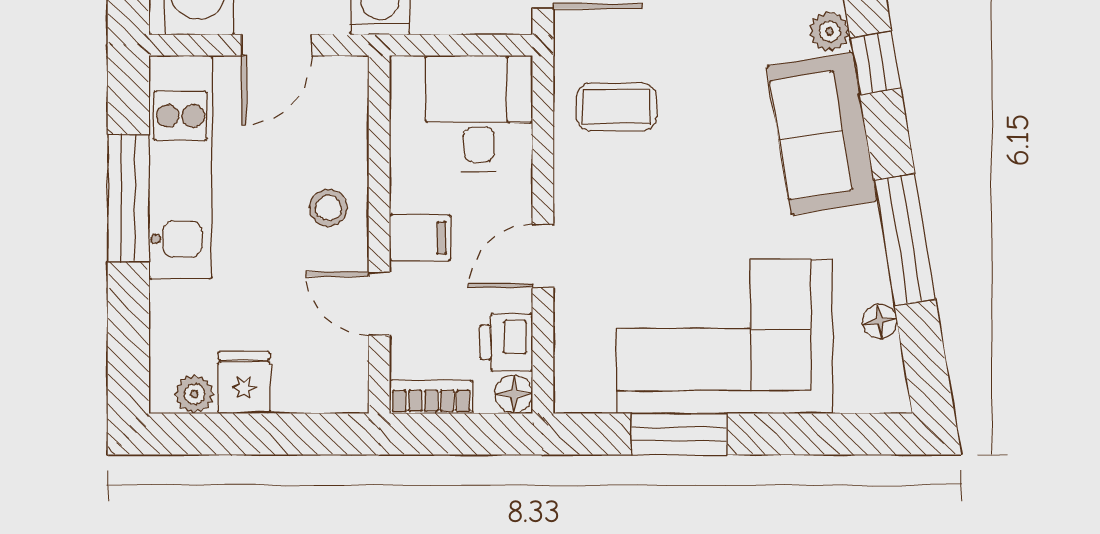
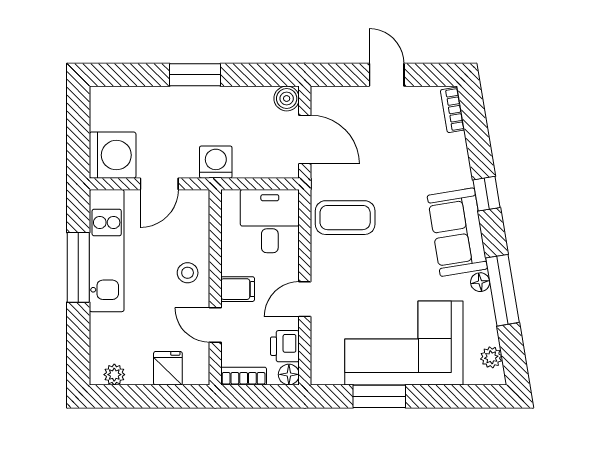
plant: (829, 31) -> (491, 357), moved
coffee table: (617, 107) -> (345, 218), width x1.36, depth x1.30
floor lamp: (880, 321) -> (480, 282), moved
fridge: (244, 383) -> (168, 368), moved

